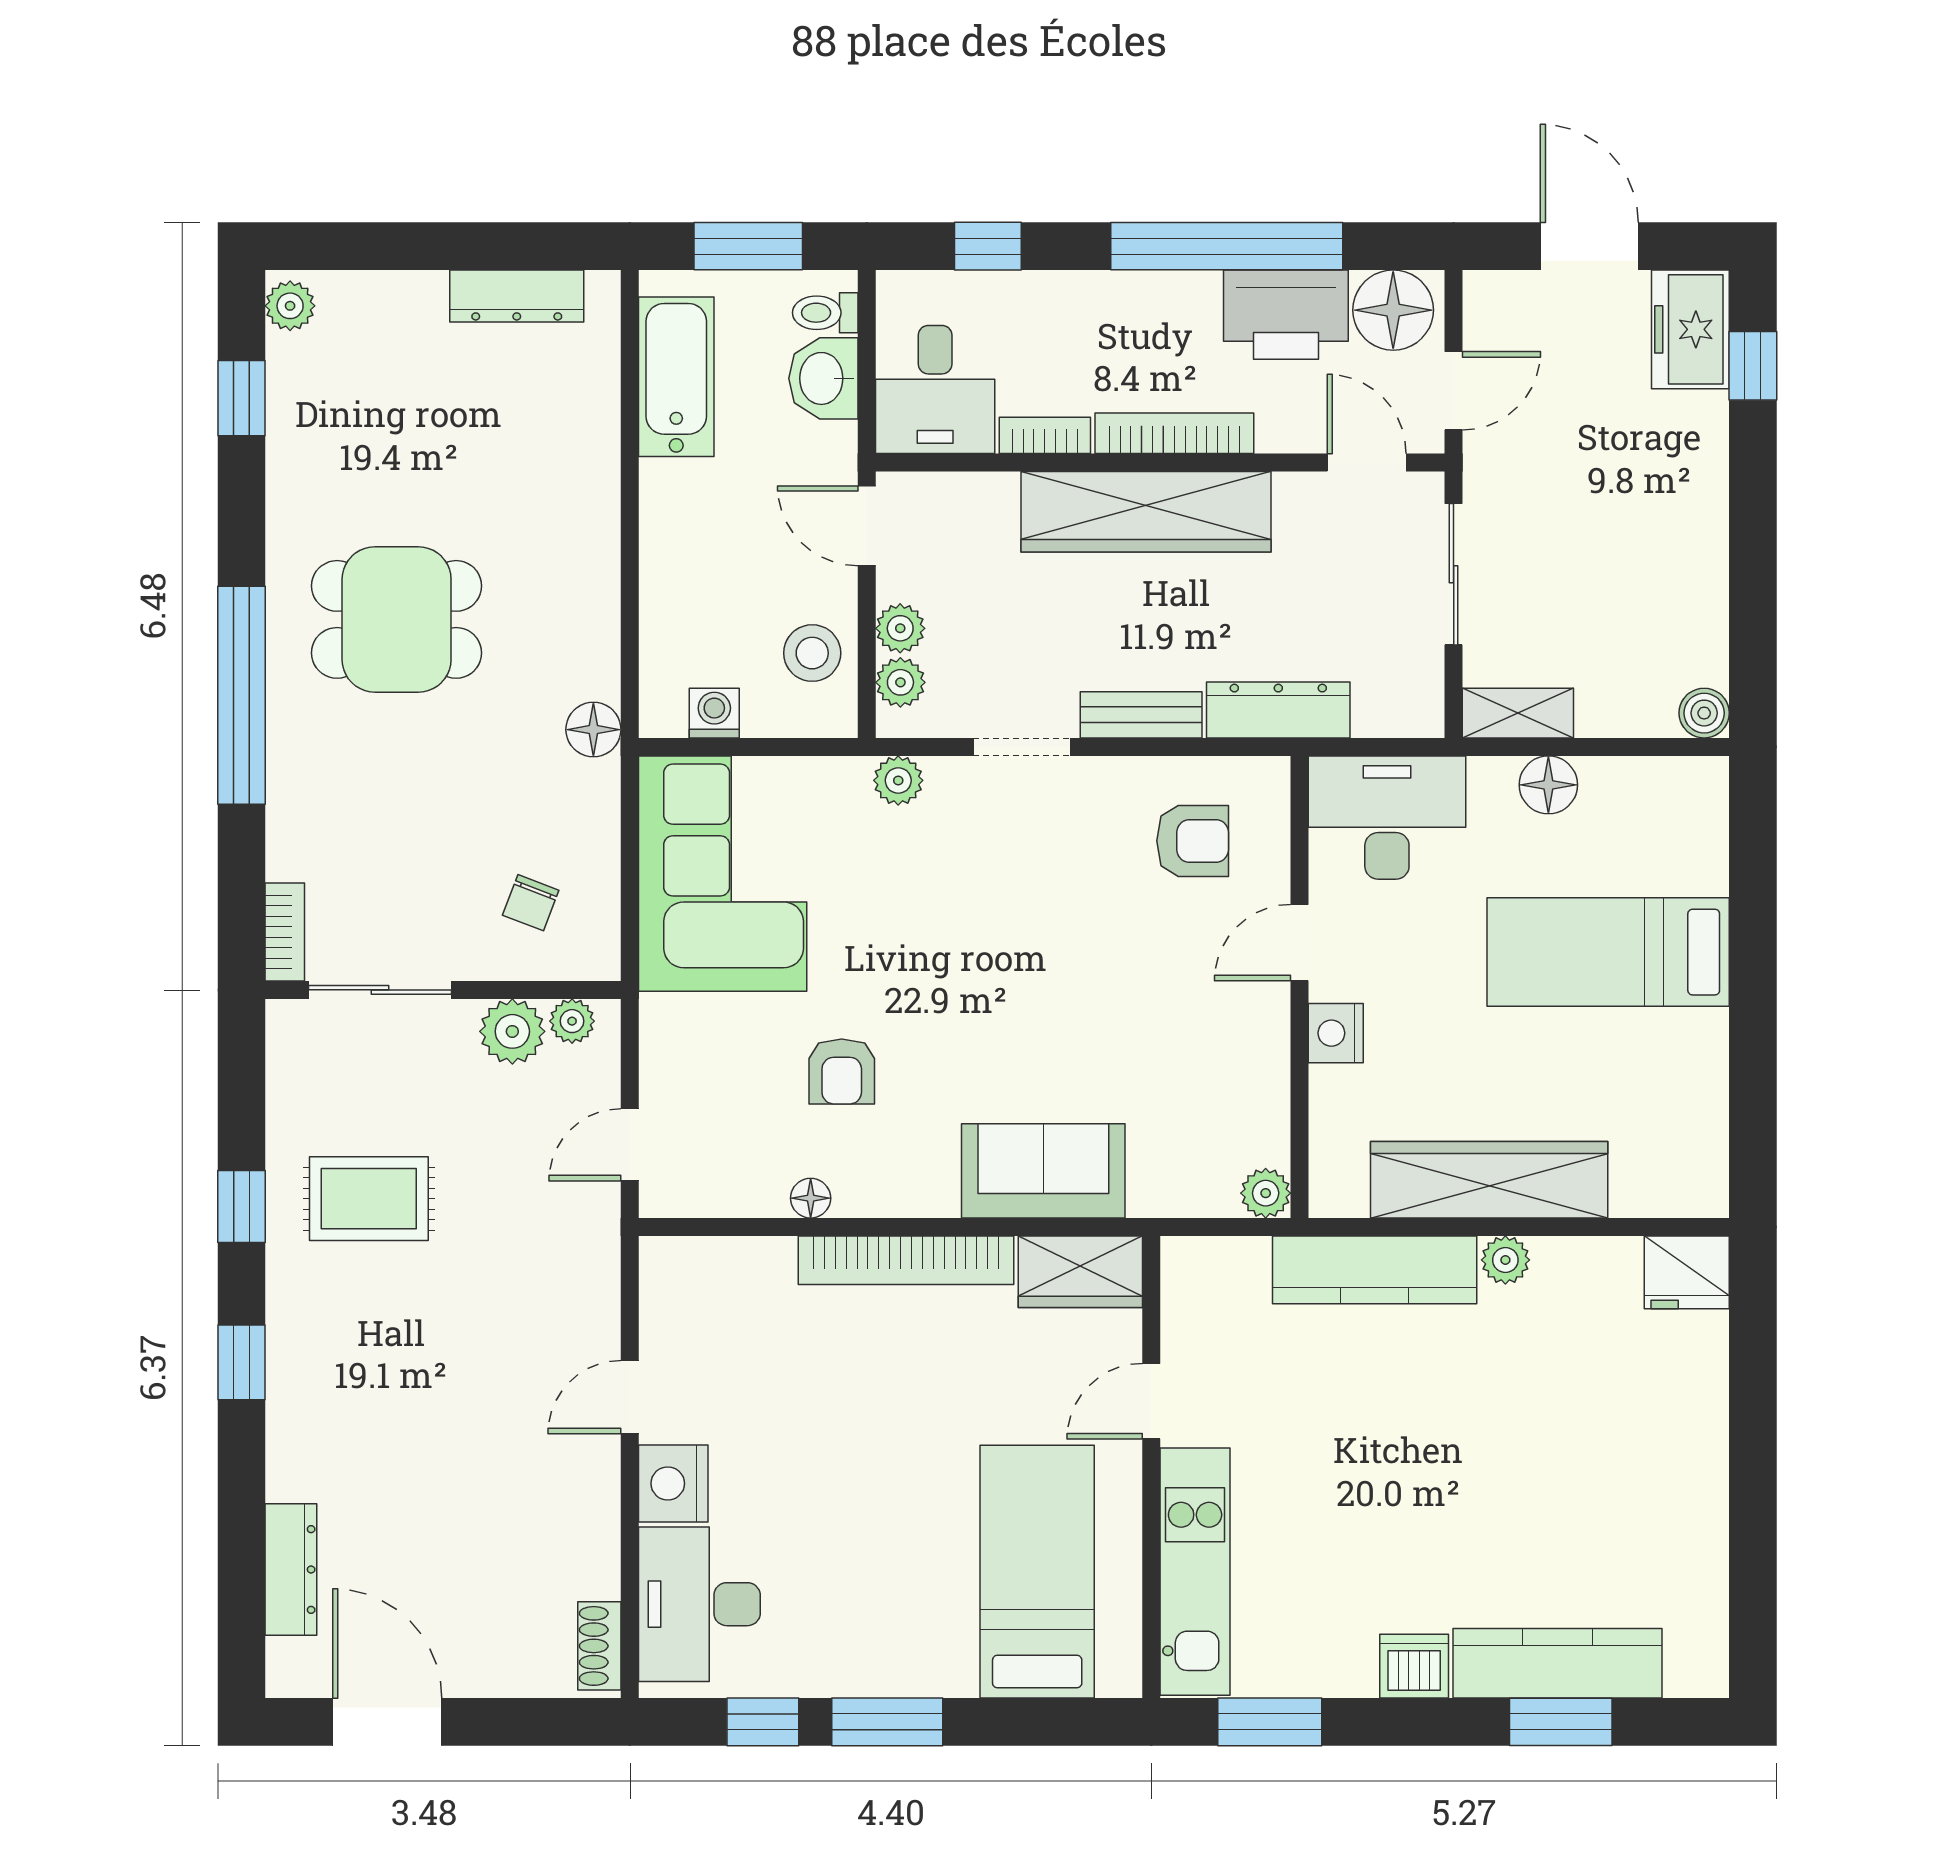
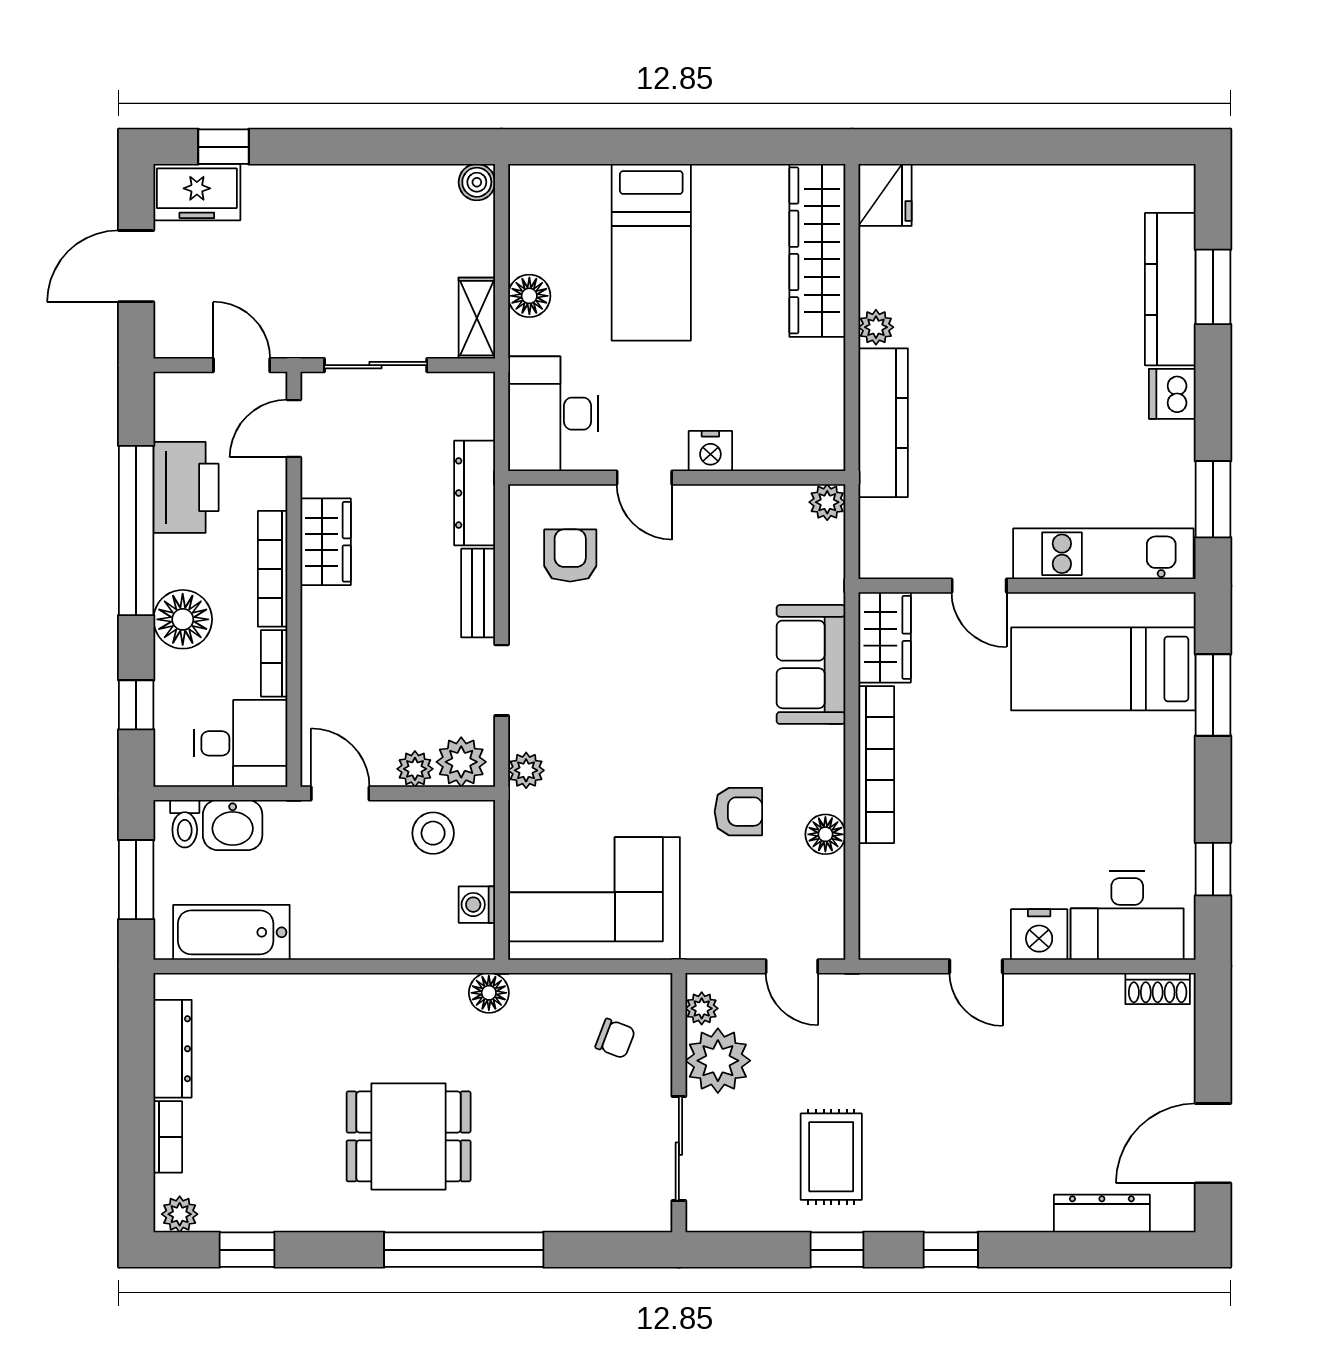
floor lamp: (1393, 310) -> (183, 619), moved
wardrobe: (1146, 512) -> (326, 542), width x0.48, depth x0.85
door: (867, 526) -> (340, 793), swing flipped
dining table: (397, 619) -> (409, 1136), turned 90
plant: (900, 682) -> (461, 762), width x1.38, depth x1.38
bookcase: (285, 932) -> (168, 1137), moved, turned 90
plant: (512, 1031) -> (718, 1061), width x1.36, depth x1.36
wardrobe: (1489, 1180) -> (817, 250), moved
floor lamp: (811, 1198) -> (825, 834), width x1.37, depth x1.37
window: (887, 1722) -> (1213, 695), moved

